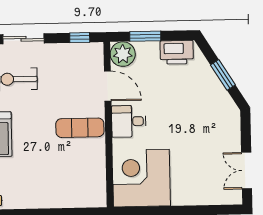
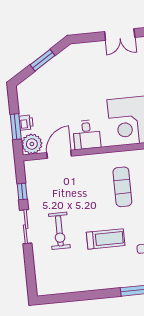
window: (80, 38) -> (22, 192), moved
printer: (177, 52) -> (26, 123), moved, width x0.53, depth x0.68
exercise mat: (80, 128) -> (122, 187), moved

